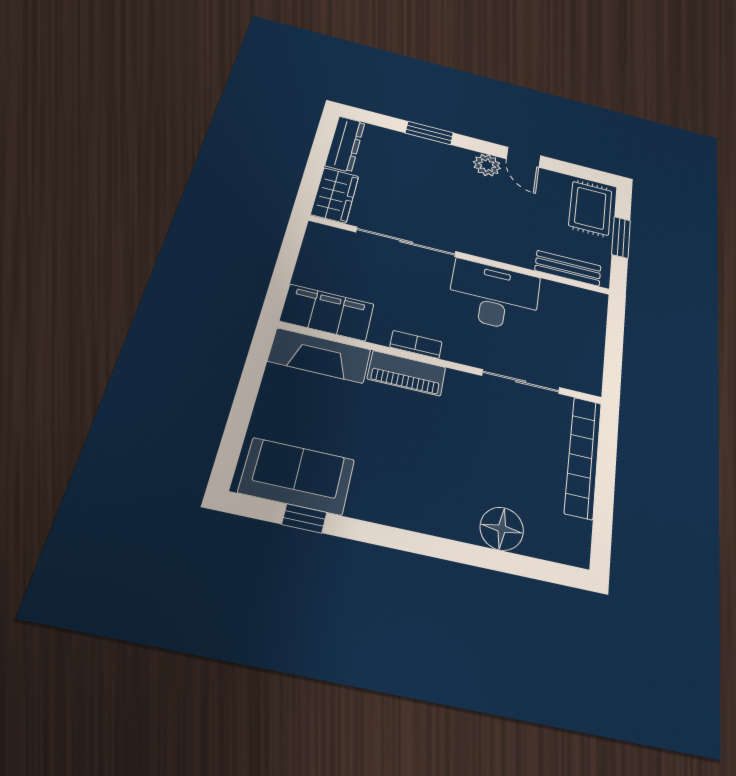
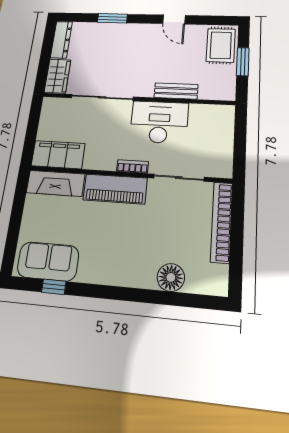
plant: (487, 165) -> (150, 31), removed
bench: (568, 268) -> (176, 91), moved
bookcase: (416, 344) -> (133, 166), moved
piano: (407, 373) -> (115, 189), width x1.37, depth x1.33

